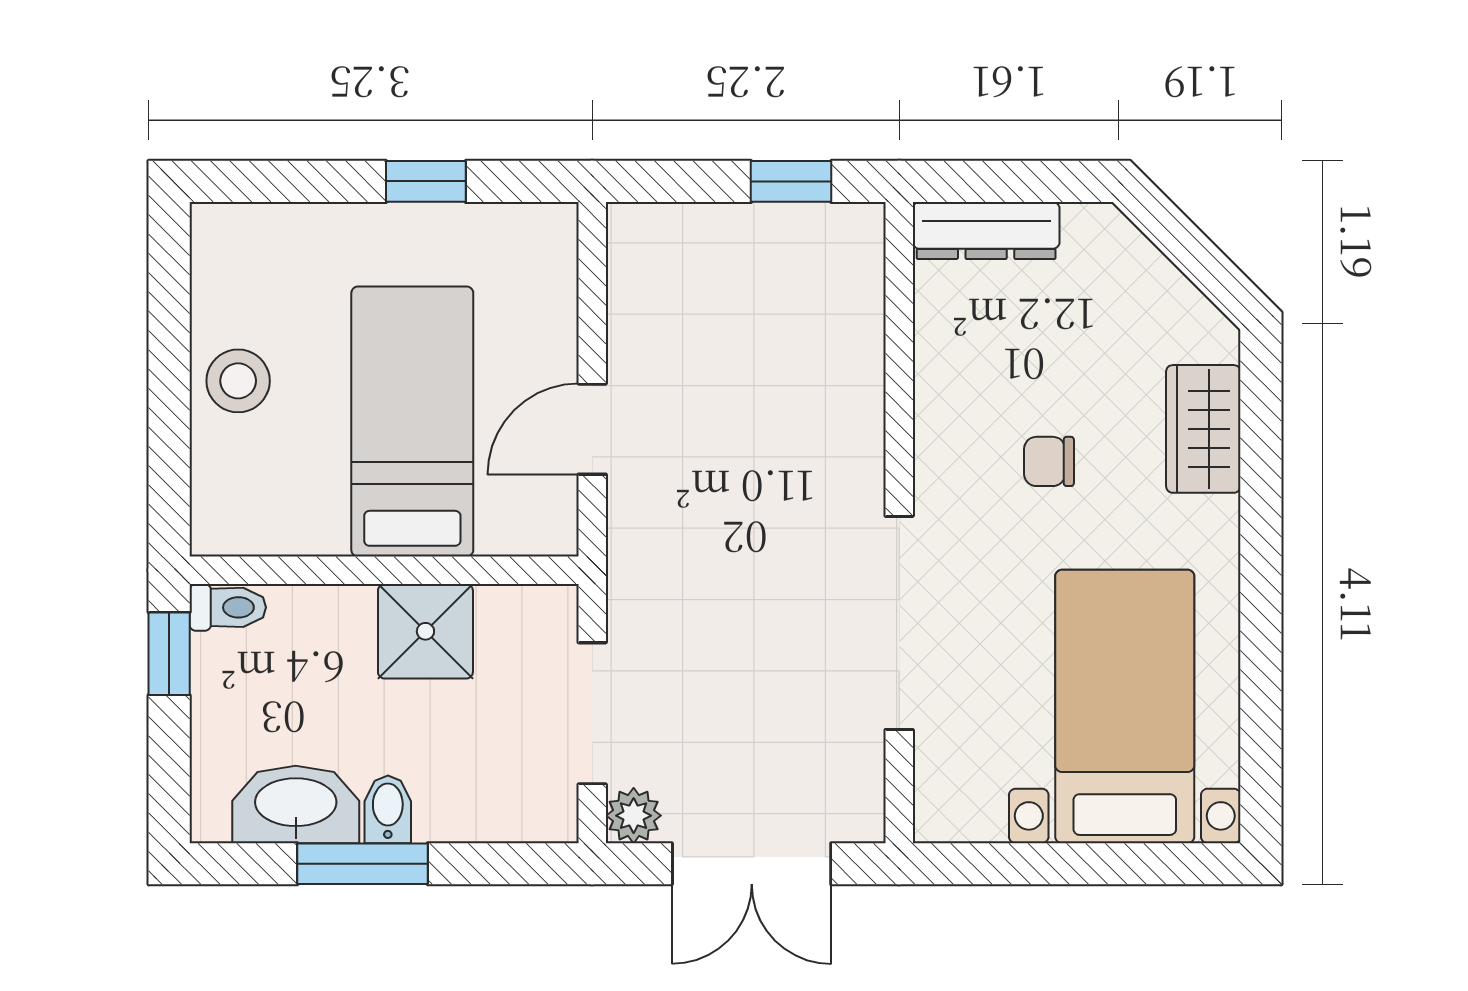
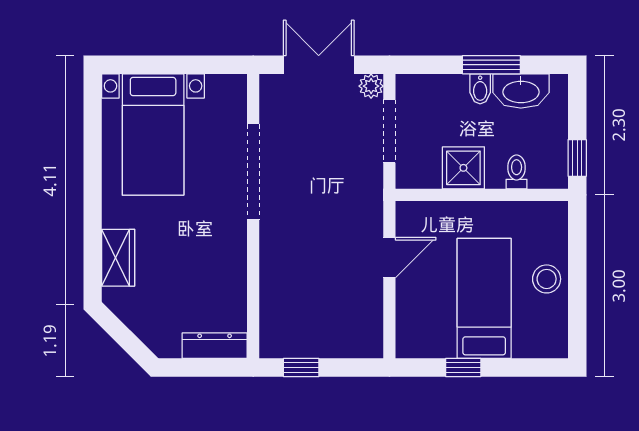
bed: (412, 422) -> (484, 298), moved, turned 180
chair: (1049, 461) -> (187, 243), removed
toilet: (228, 607) -> (517, 172), moved, turned 90

